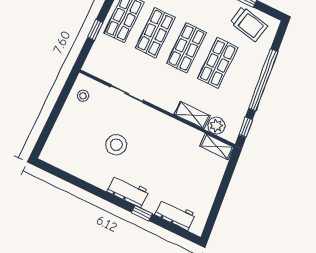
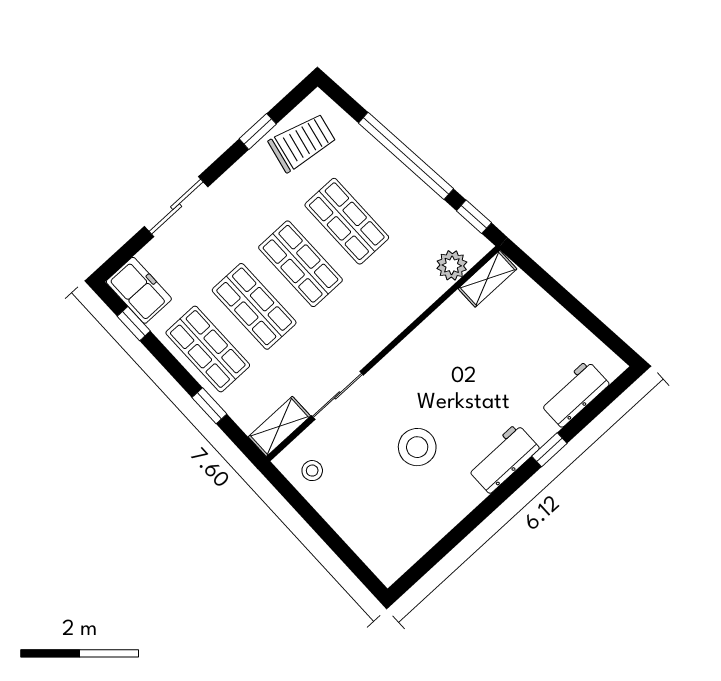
shelving: (192, 115) -> (279, 426), moved

